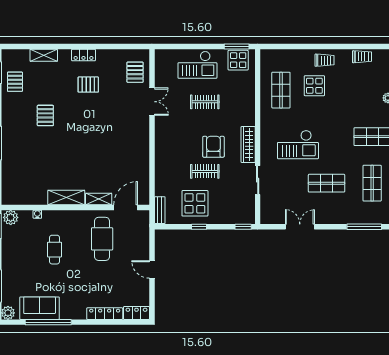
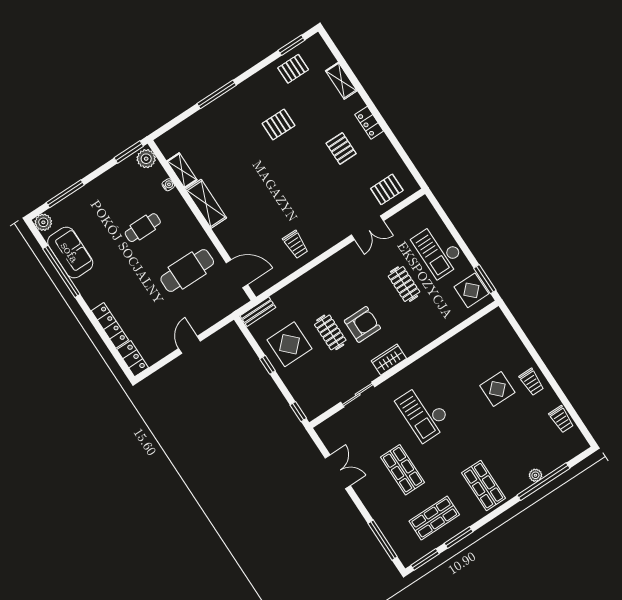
shop shelf: (281, 90) -> (469, 357), removed
wardrobe: (248, 144) -> (389, 360), width x0.67
trolley: (132, 156) -> (296, 245), added
shelving: (99, 199) -> (182, 170), moved

